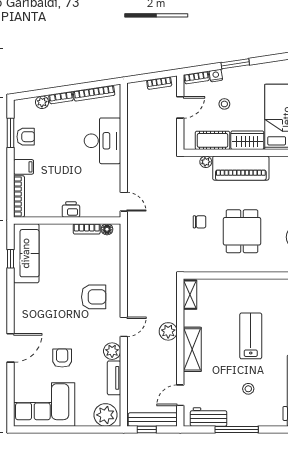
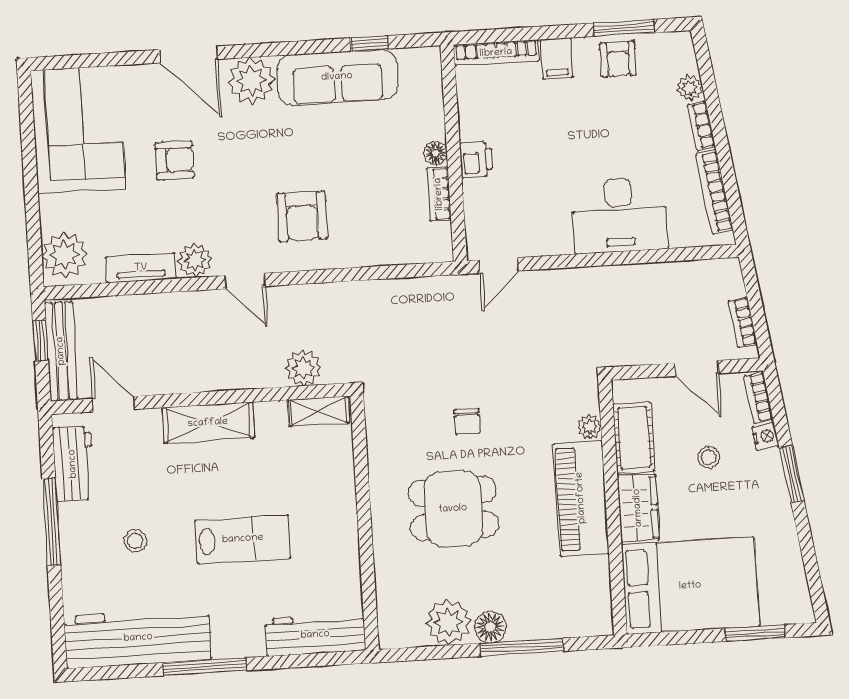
floor lamp: (107, 229) -> (436, 153), moved
sofa: (26, 253) -> (337, 77), moved
plant: (25, 318) -> (251, 81), added
plant: (168, 331) -> (303, 368), moved

